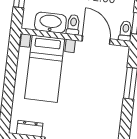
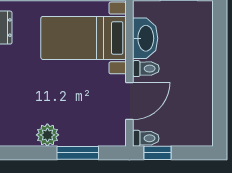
plant: (114, 104) -> (47, 135), added

